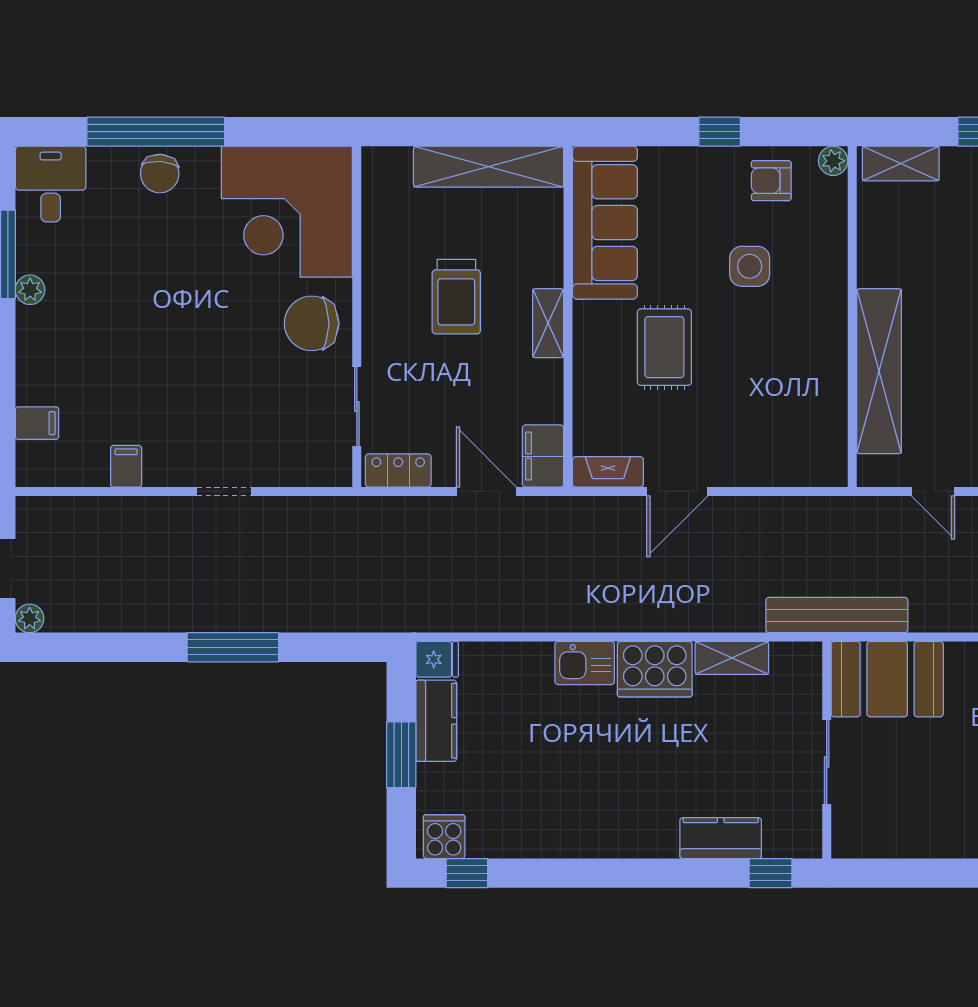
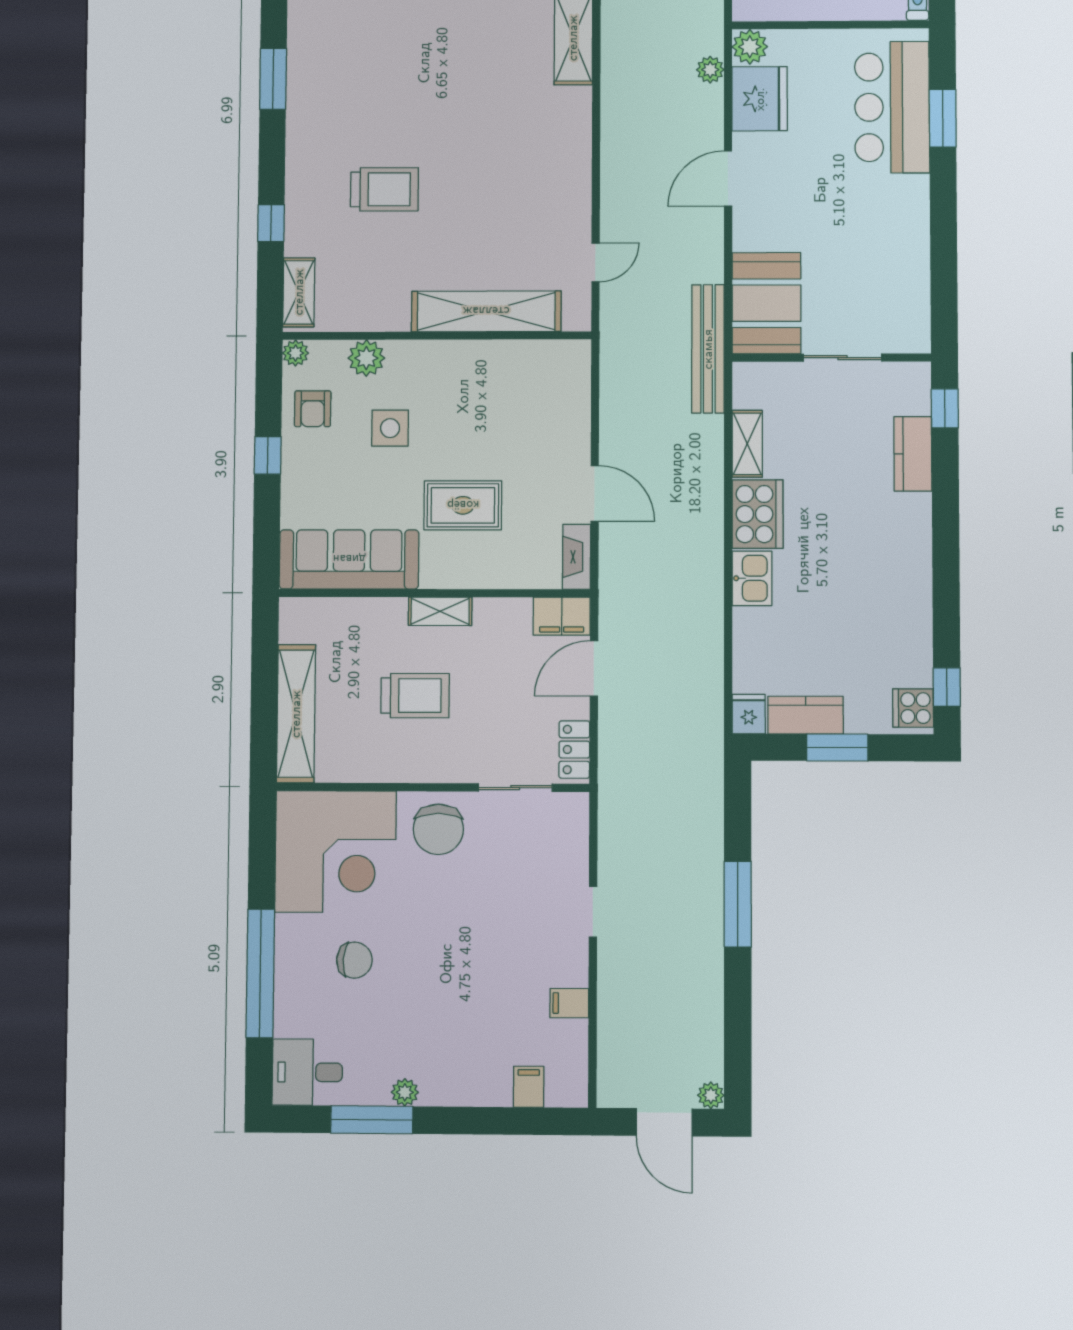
shelving: (489, 167) -> (296, 714), moved
chair: (160, 174) -> (354, 960), moved
plant: (827, 239) -> (366, 358), added

